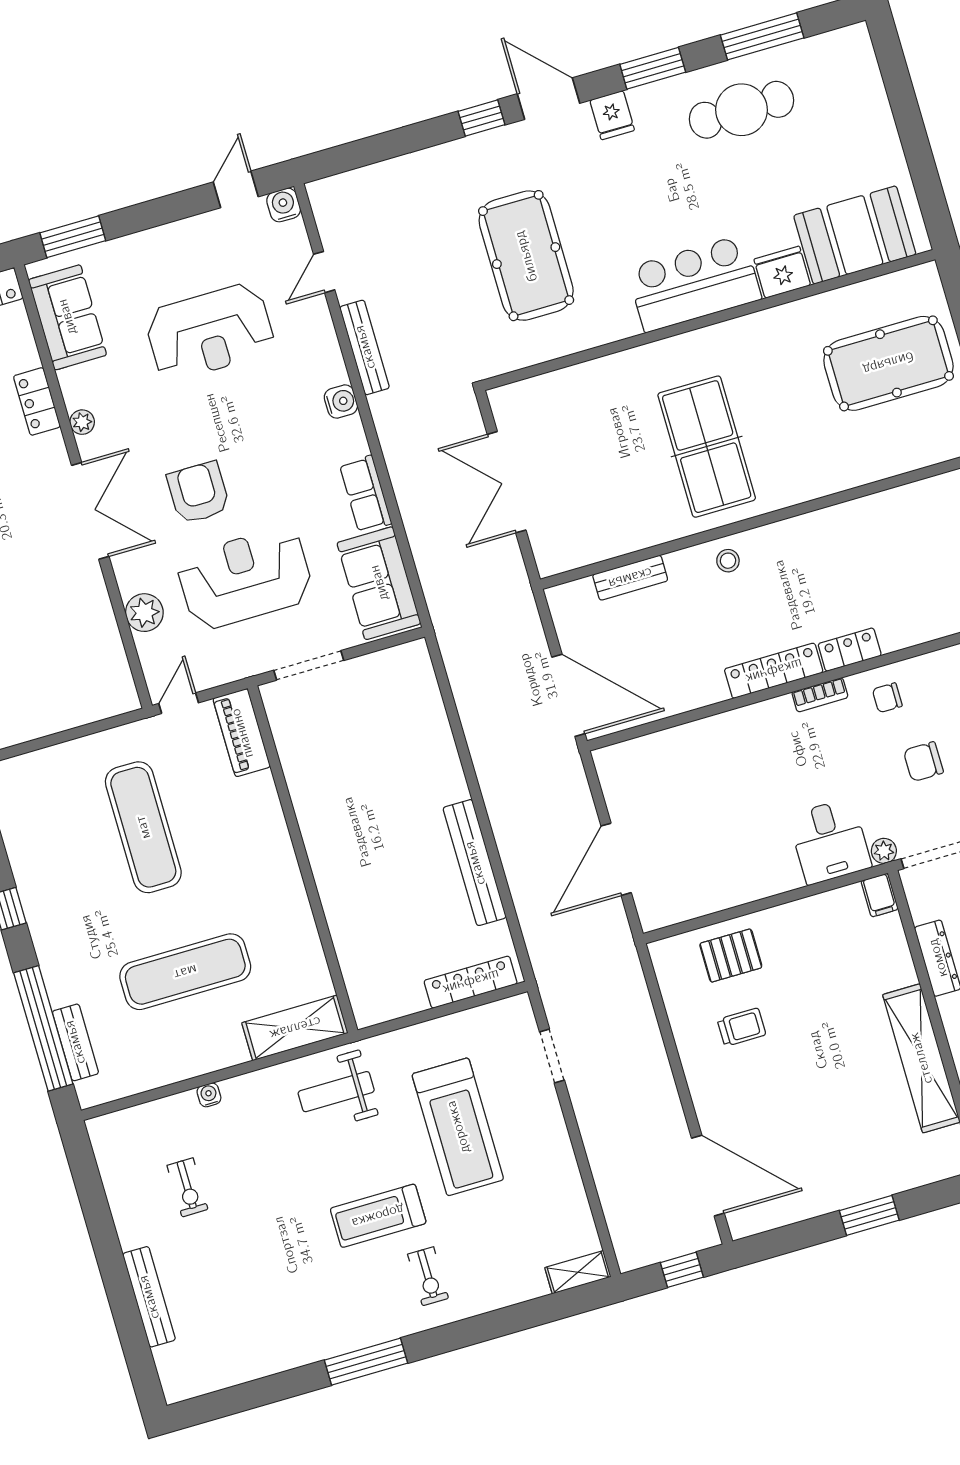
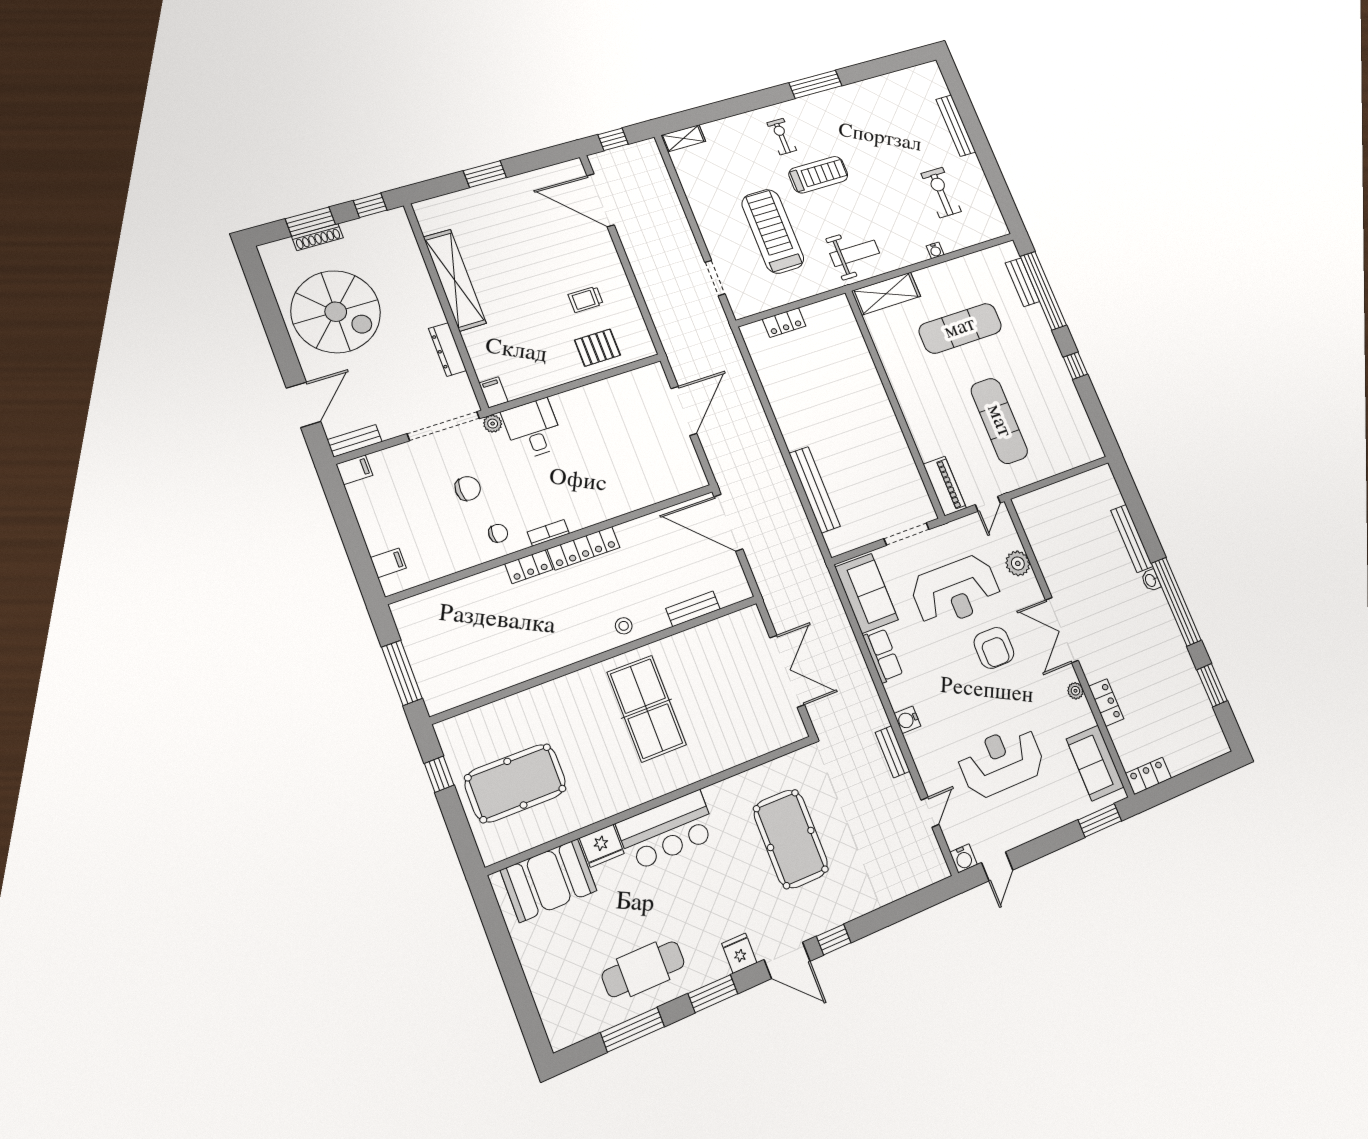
bench: (365, 347) -> (893, 752), width x0.73
bench: (475, 863) -> (815, 490), moved
locker: (471, 982) -> (784, 323), width x0.66
exercise bike: (187, 1187) -> (941, 193), width x1.38, depth x1.39

